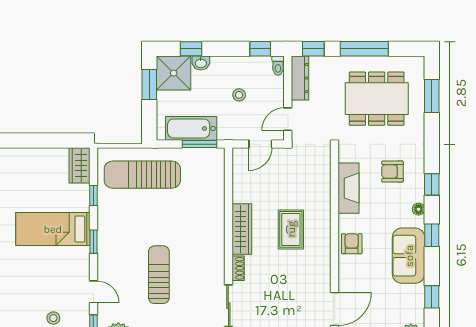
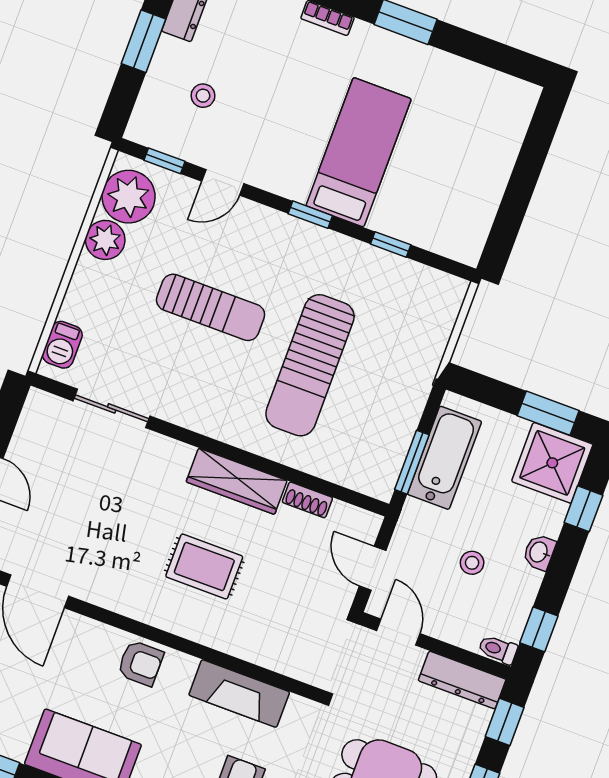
washbasin: (201, 63) -> (539, 552), moved
wardrobe: (80, 165) -> (452, 240), removed
sun lounger: (142, 175) -> (310, 365), moved, turned 180
shoe rack: (238, 268) -> (307, 500), moved

